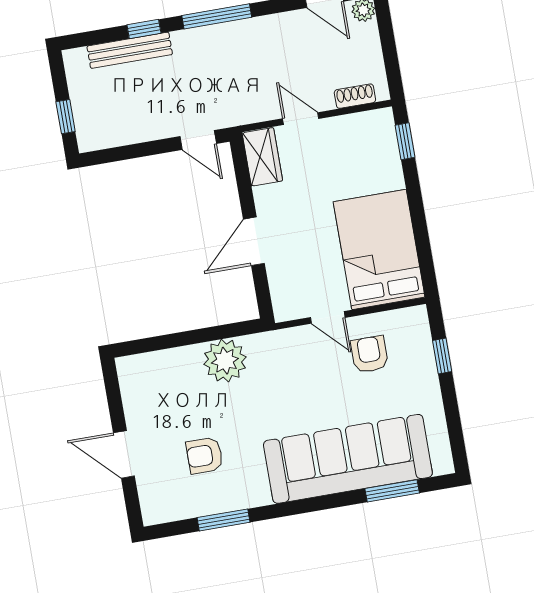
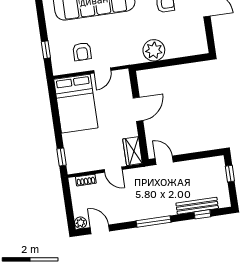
window: (144, 29) -> (202, 214), moved
door: (328, 317) -> (102, 70), swing flipped

